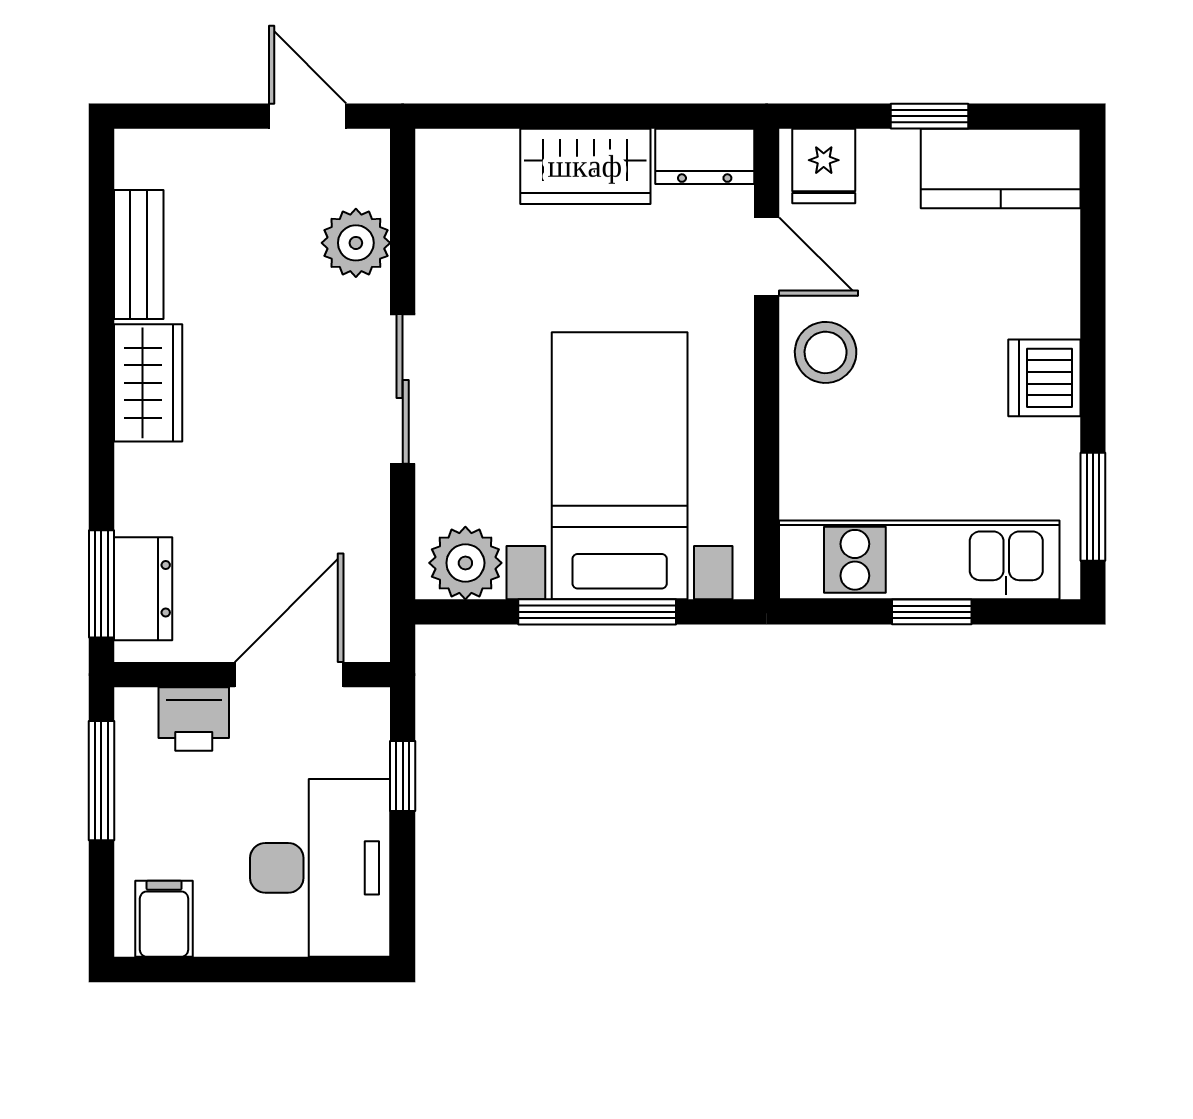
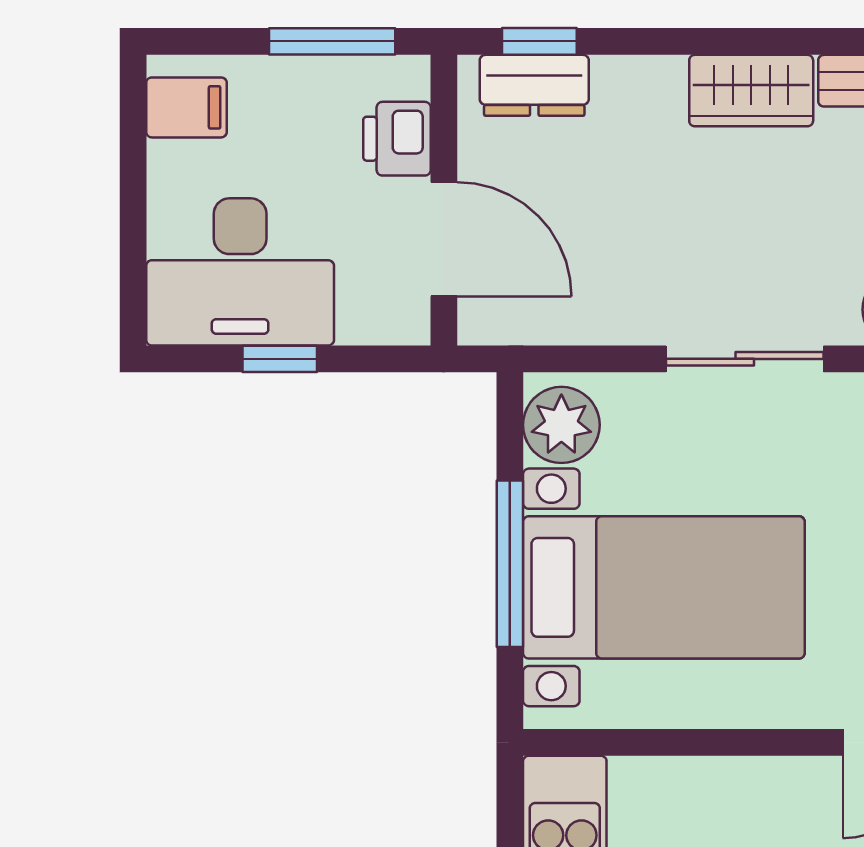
stool: (826, 352) -> (783, 804), removed
window: (101, 584) -> (539, 41), width x0.67
window: (403, 776) -> (280, 359), moved

